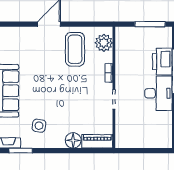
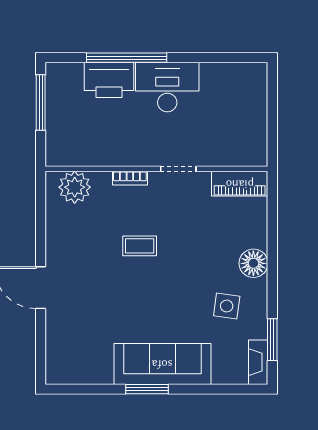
coffee table: (75, 49) -> (140, 246), moved, width x0.54, depth x0.58
floor lamp: (73, 140) -> (253, 263), moved
piano: (97, 141) -> (240, 184), moved, turned -90

